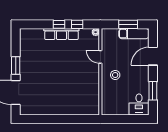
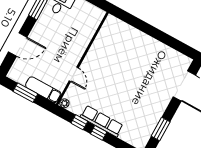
exam couch: (134, 34) -> (43, 90), moved
window: (16, 65) -> (161, 129), moved
stool: (115, 75) -> (69, 46), removed

